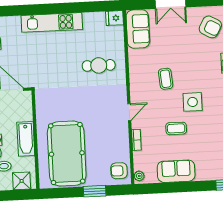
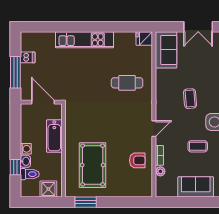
bathtub: (26, 139) -> (54, 136), moved
pool table: (67, 153) -> (93, 165), width x0.73, depth x0.76
armchair: (119, 171) -> (137, 160), moved, turned 180
plant: (139, 176) -> (160, 171), moved
window: (95, 191) -> (86, 202), moved

